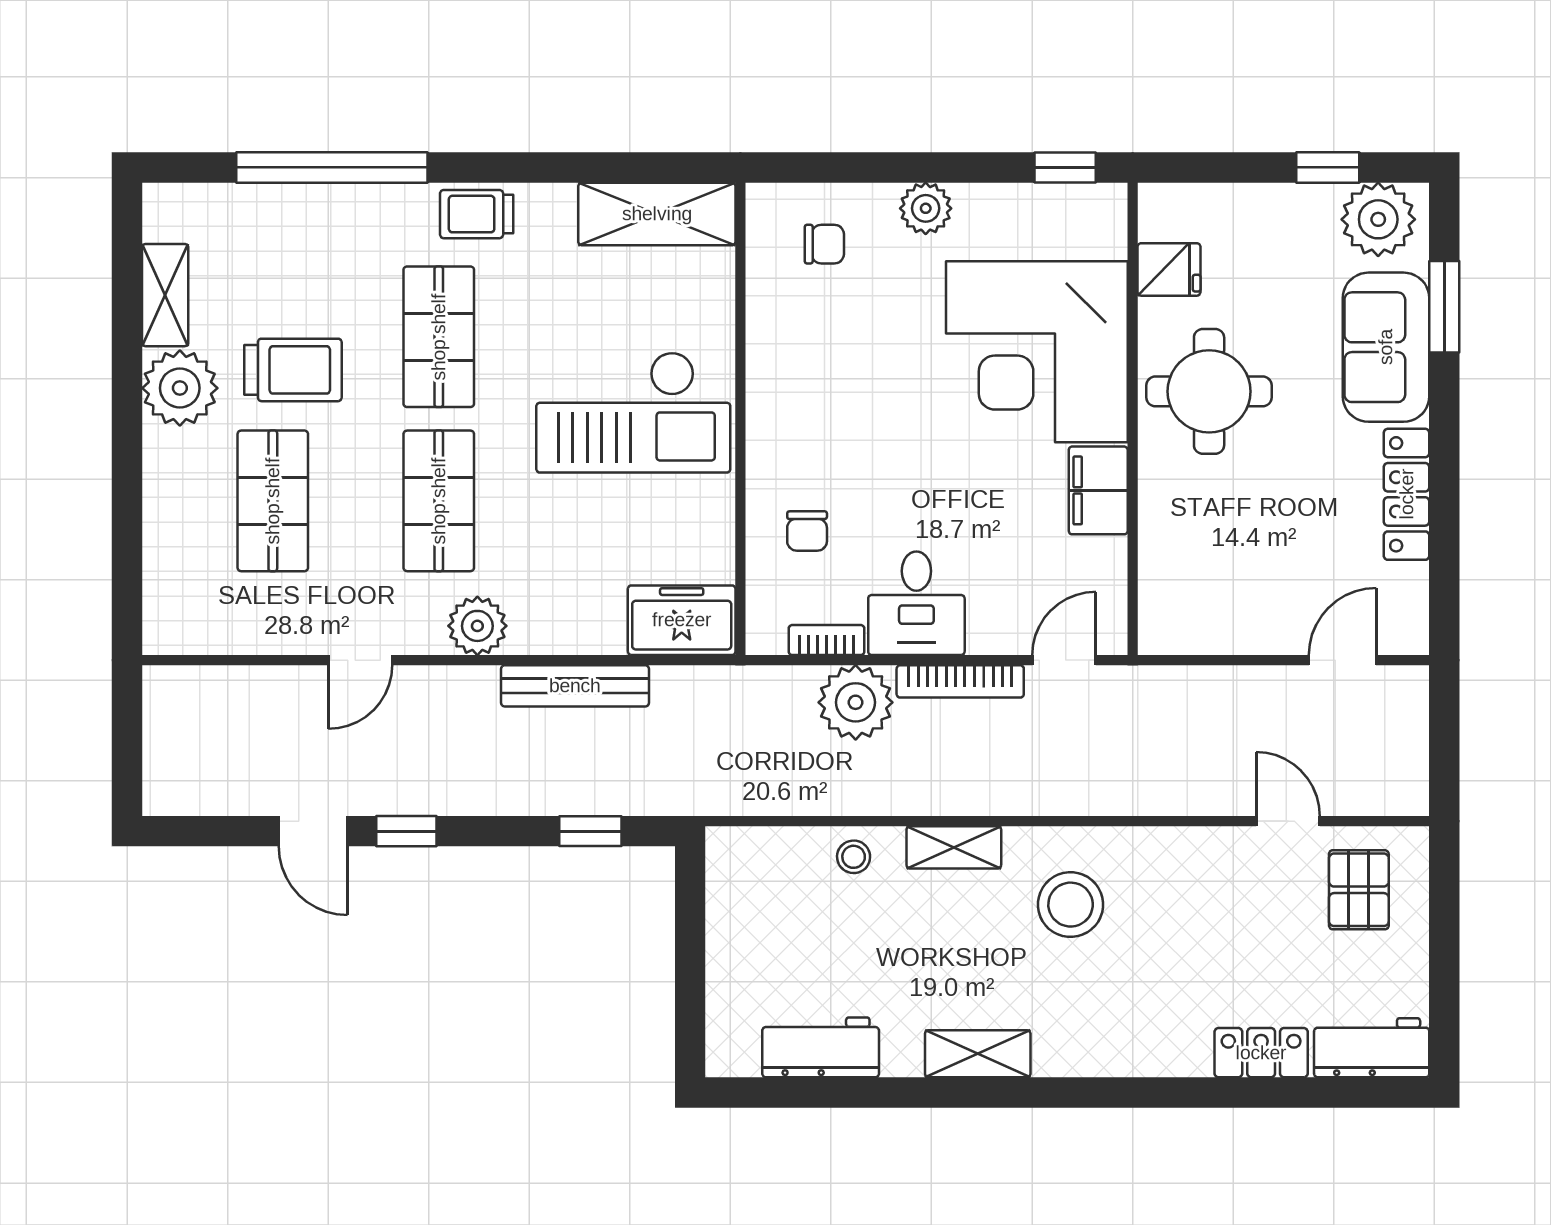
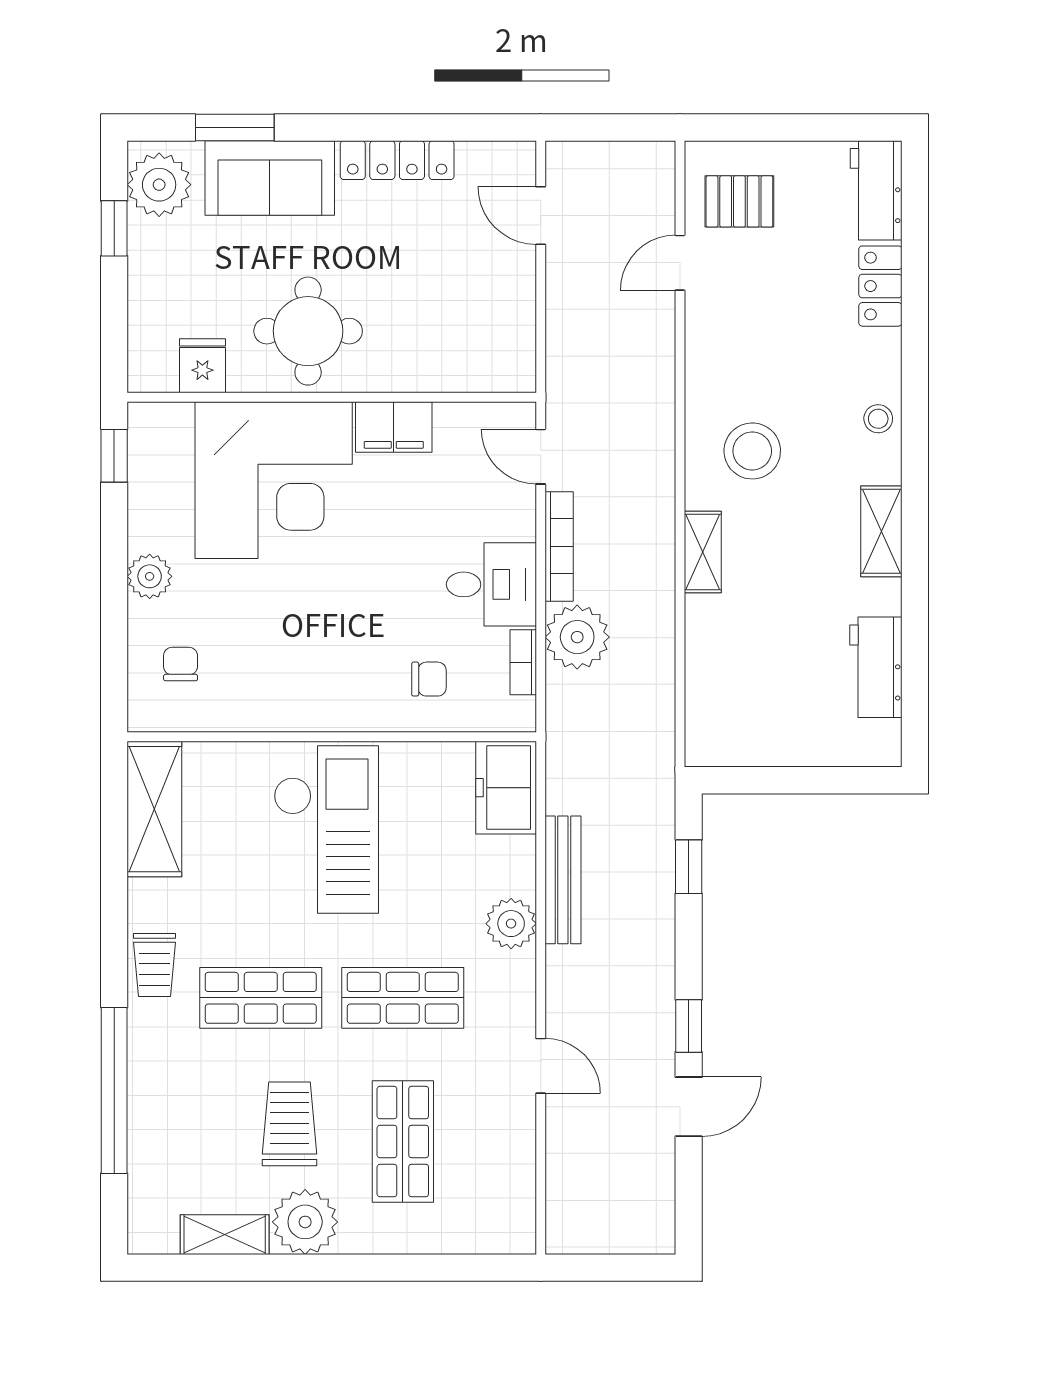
shop shelf: (273, 501) -> (403, 1141), turned 90
plant: (477, 626) -> (511, 924), moved
stool: (854, 857) -> (878, 419), moved

